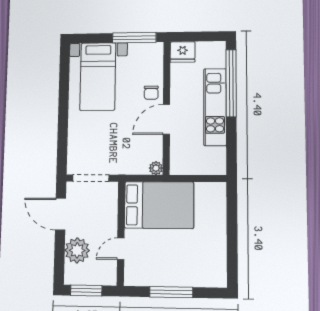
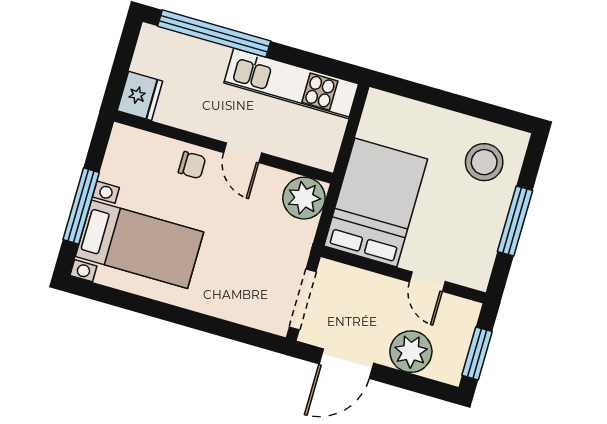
window: (134, 38) -> (81, 206), moved
kitchen unit: (215, 107) -> (291, 83), moved
door: (166, 119) -> (243, 153), width x0.73
plant: (156, 168) -> (304, 198), width x1.87, depth x1.87
stool: (201, 263) -> (484, 162), added

